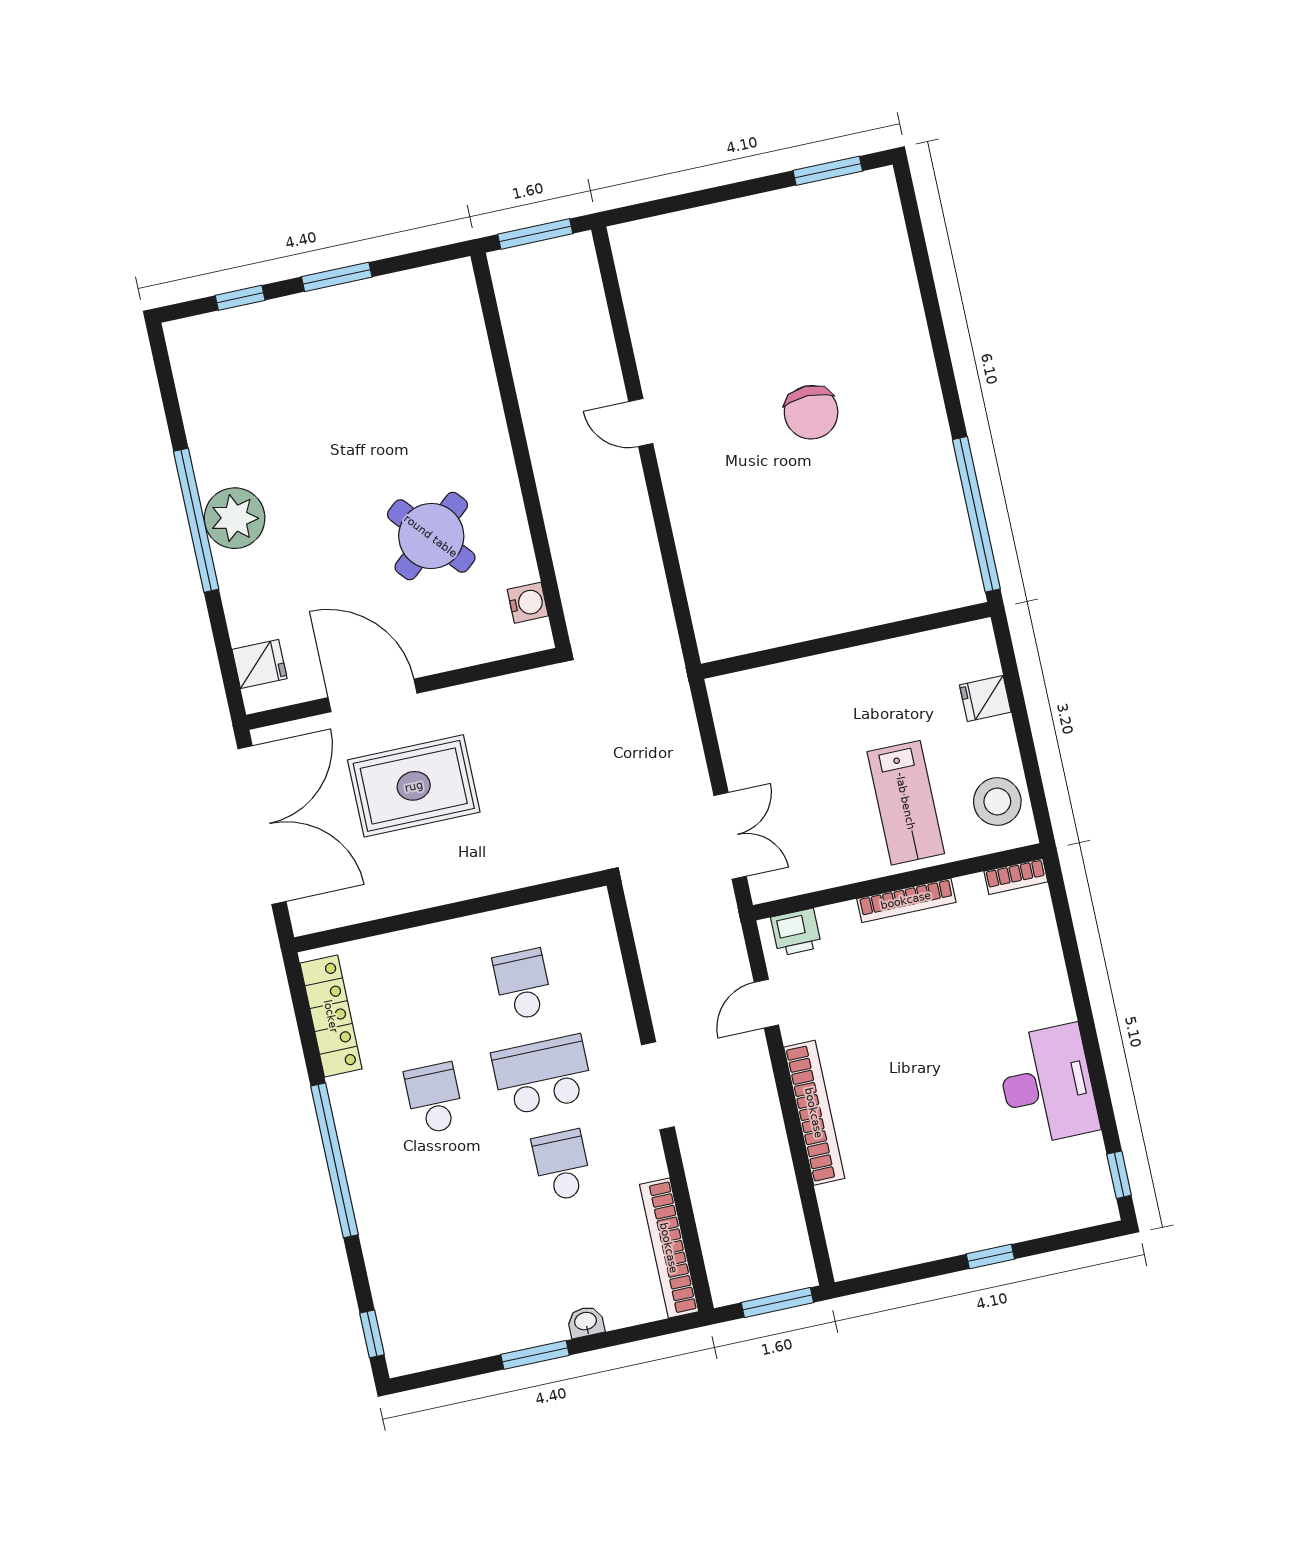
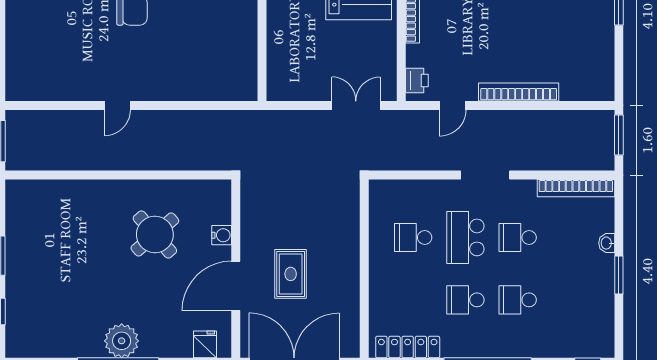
water cooler: (528, 603) -> (222, 235), moved, turned 90
rug: (414, 786) -> (291, 274), width x0.73, depth x0.70
door: (766, 1004) -> (453, 105), hinge flipped
school desk: (454, 1189) -> (518, 300), added

